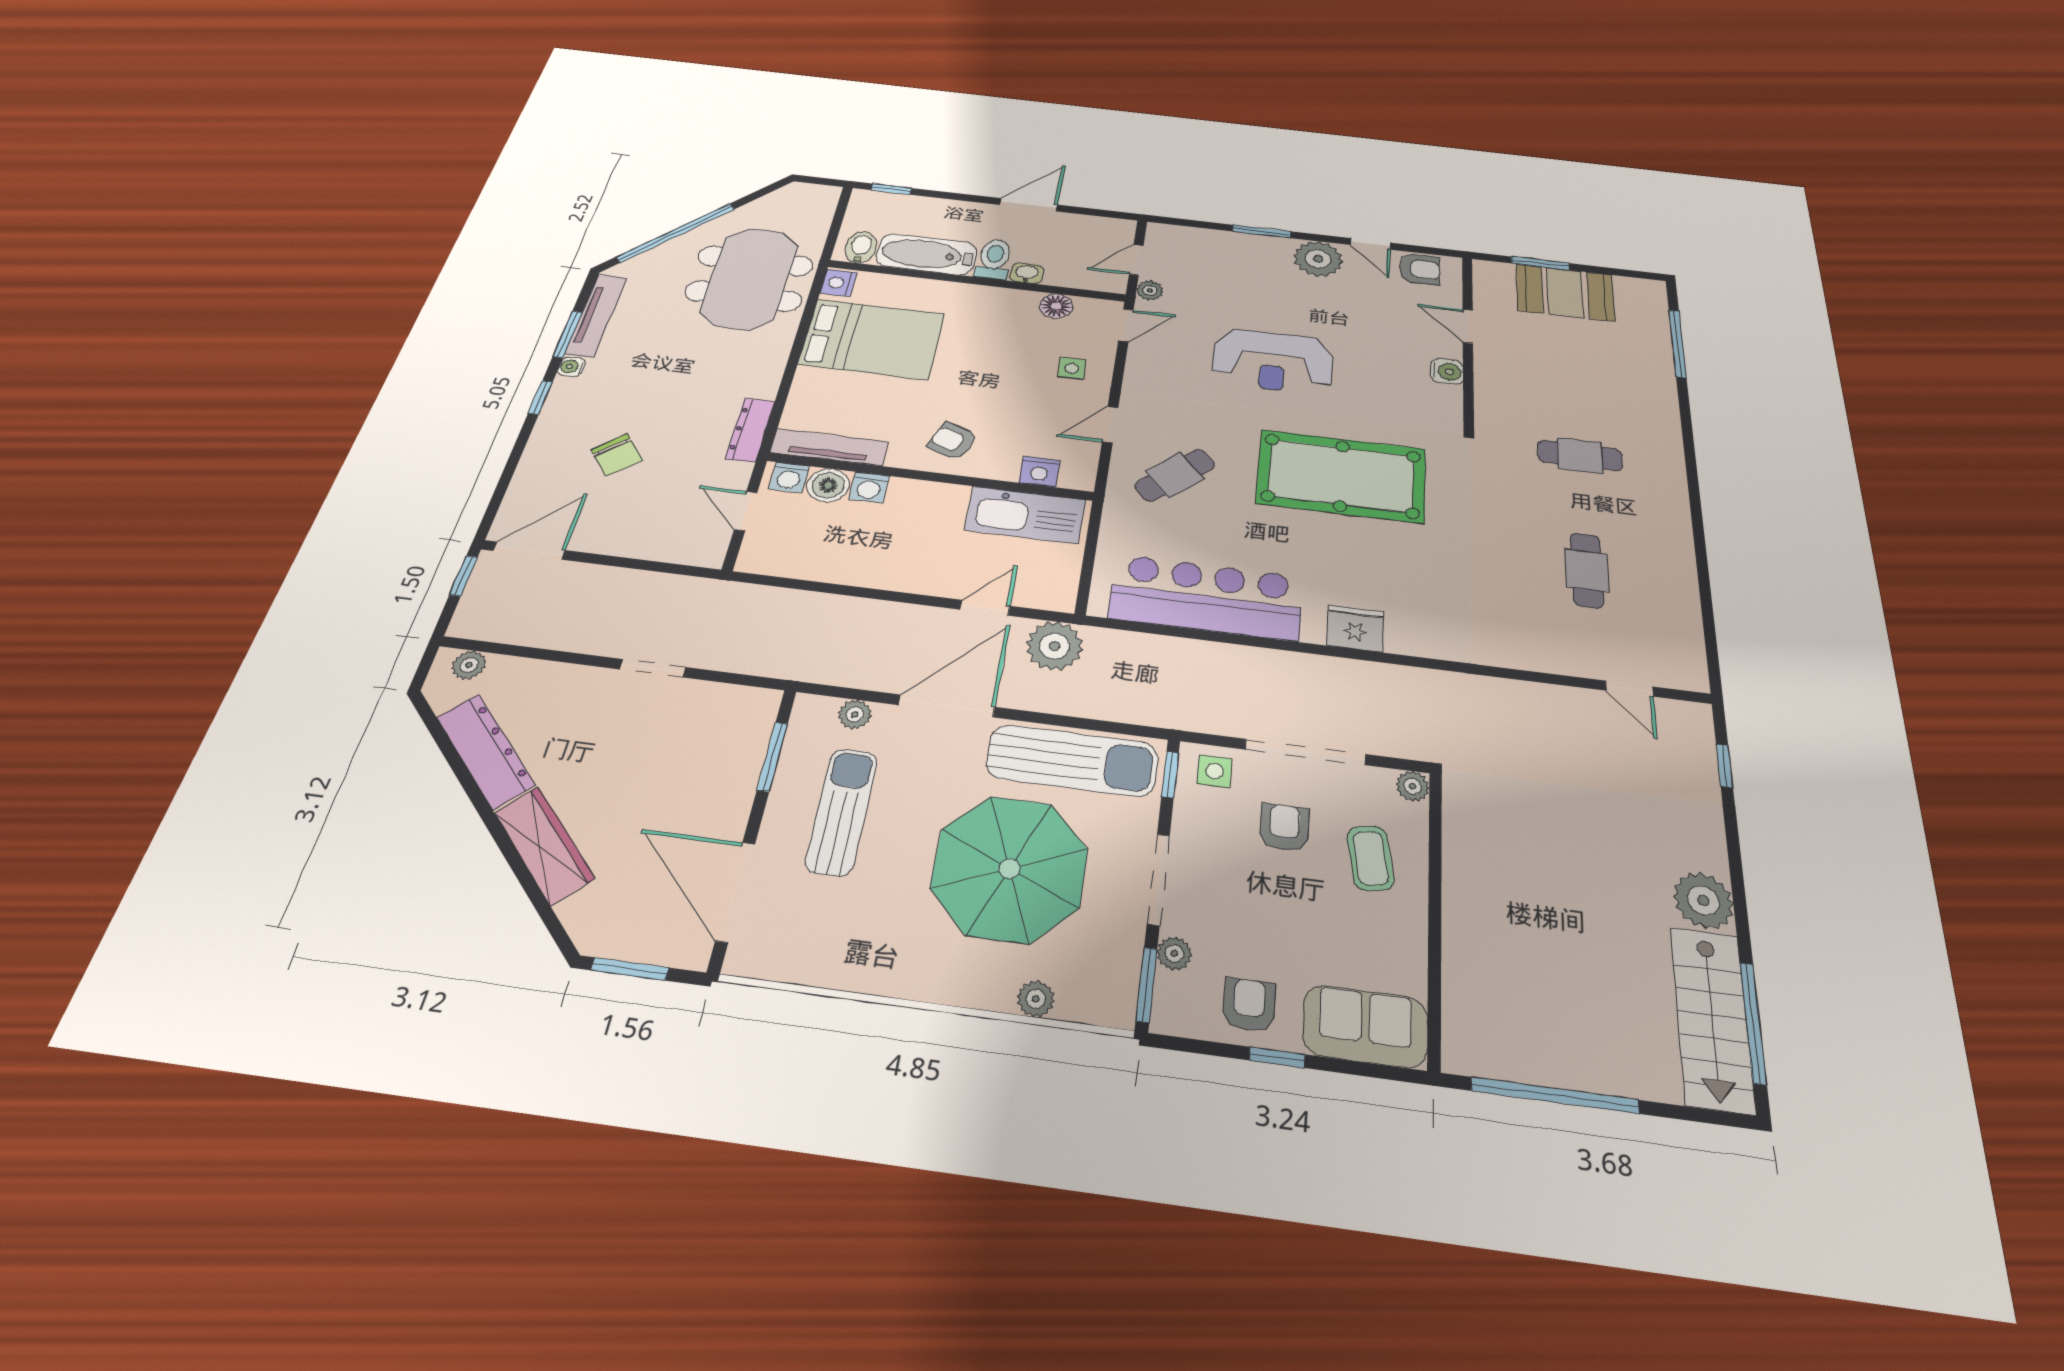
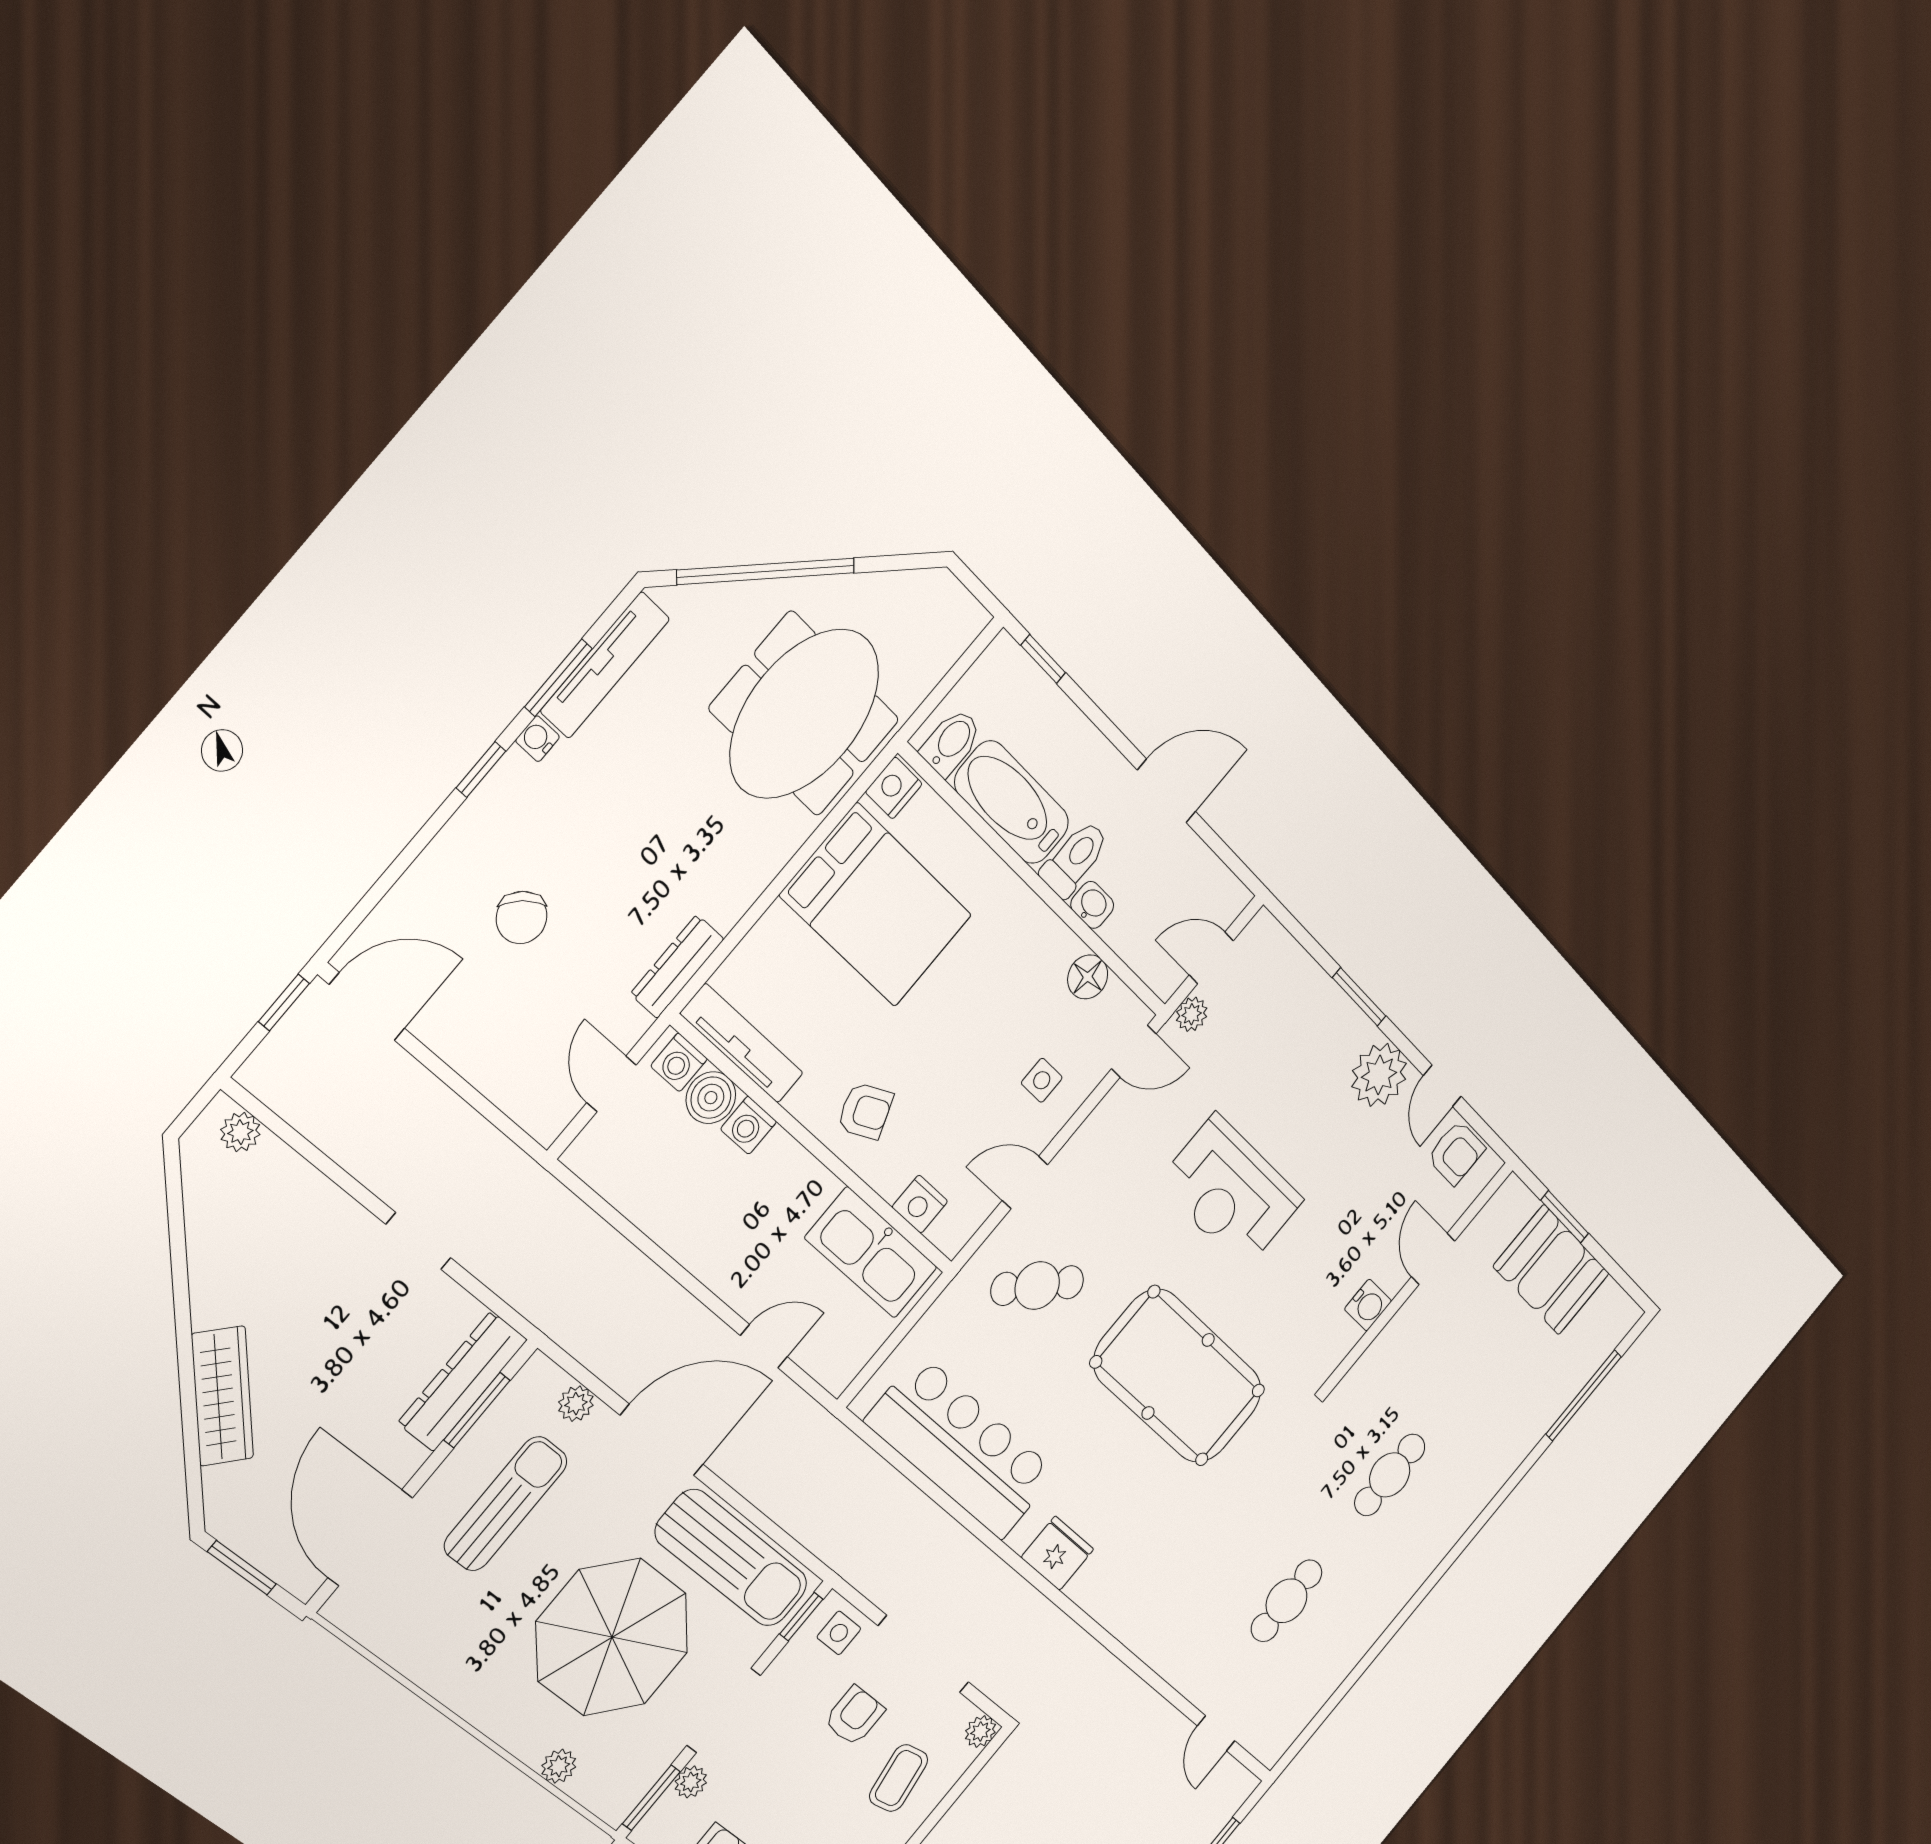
armchair: (953, 441) -> (865, 1111), turned 137
cafe table: (1580, 455) -> (1390, 1475), turned 90
plant: (1055, 646) -> (796, 1427), removed
dresser: (485, 751) -> (462, 1381), moved, turned -135

